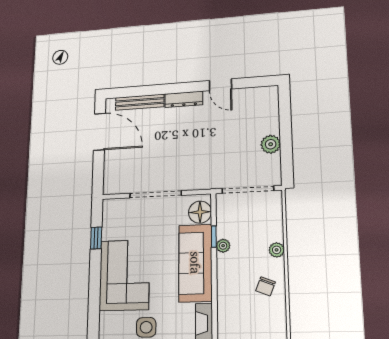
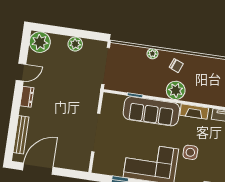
dresser: (184, 99) -> (27, 97), width x0.70
plant: (265, 99) -> (40, 42), added
floor lamp: (200, 212) -> (115, 102), removed
plant: (223, 246) -> (176, 90), moved, width x1.88, depth x1.88

